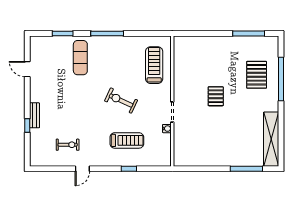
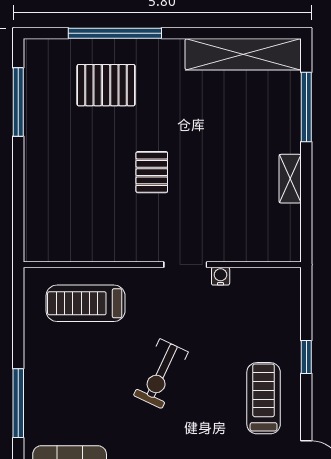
pallet: (216, 96) -> (152, 172), turned 90
treadmill: (127, 140) -> (264, 398), moved
shelving: (213, 161) -> (290, 179), added

